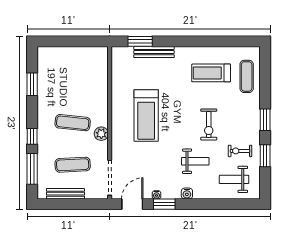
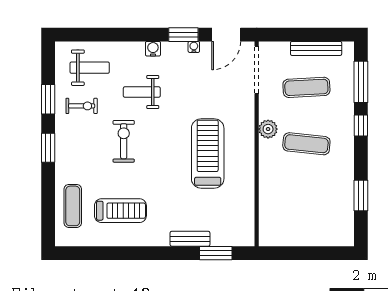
bench: (154, 52) -> (190, 239), width x0.73

